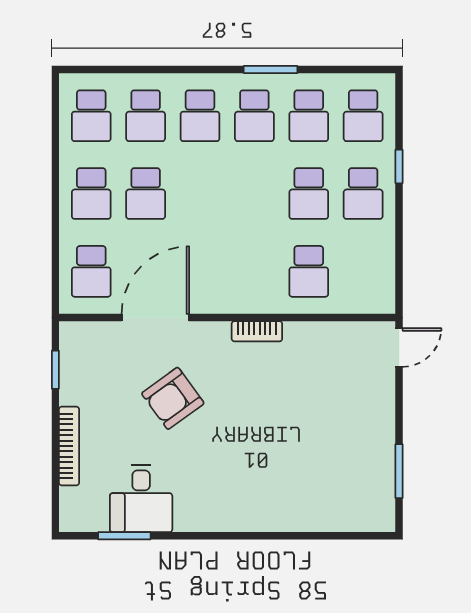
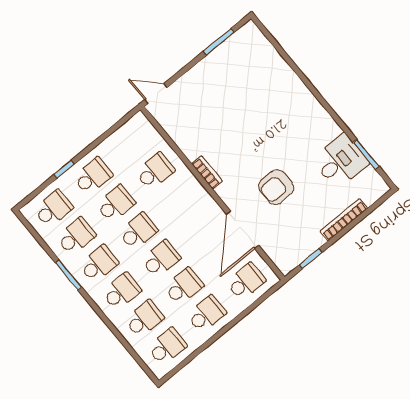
school desk: (200, 194) -> (161, 259), added
school desk: (254, 194) -> (138, 231), added
door: (155, 318) -> (243, 230), hinge flipped
armchair: (173, 398) -> (276, 187), turned 126

